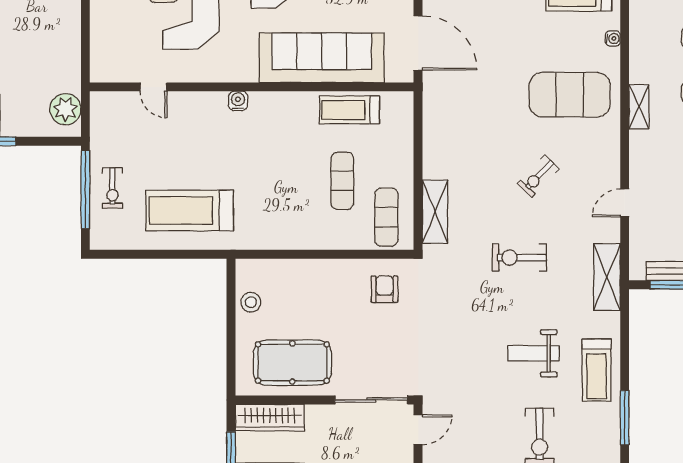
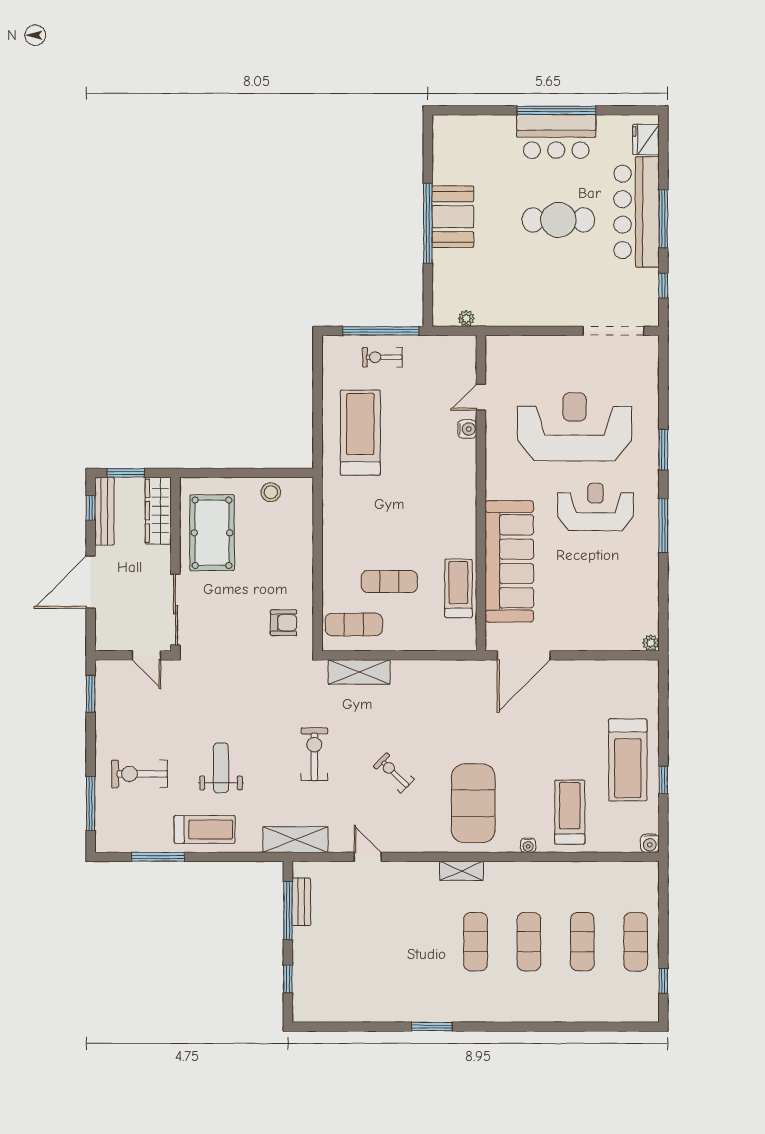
water cooler: (238, 101) -> (467, 429), moved
plant: (65, 109) -> (466, 319), width x0.53, depth x0.53
treadmill: (597, 370) -> (205, 829), turned 180

